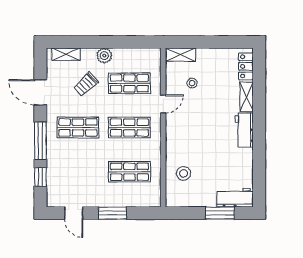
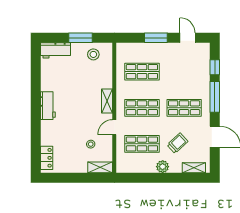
shelving: (247, 97) -> (107, 101), moved
stool: (184, 173) -> (93, 54), moved
window: (220, 213) -> (81, 38), moved

